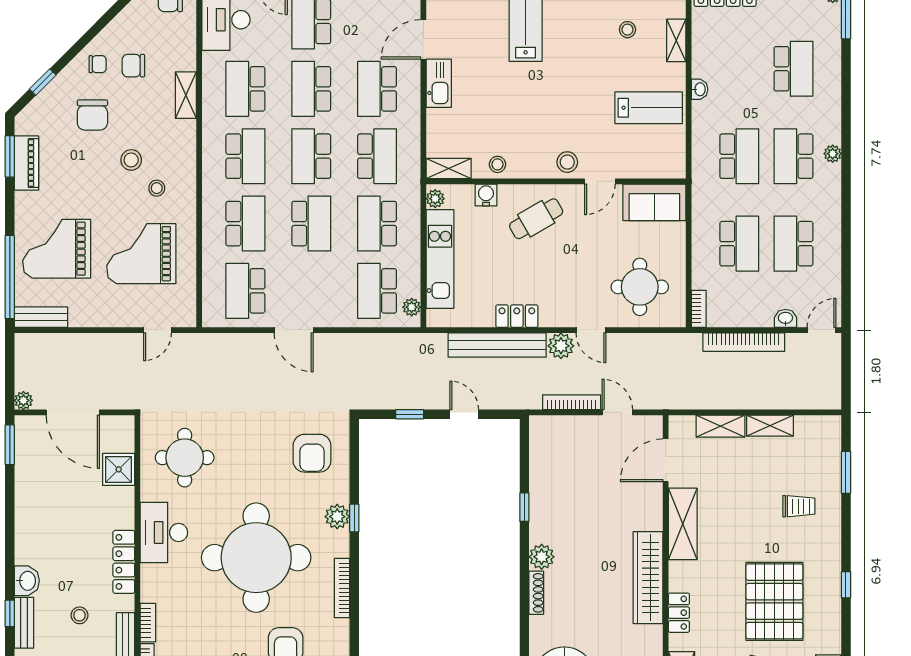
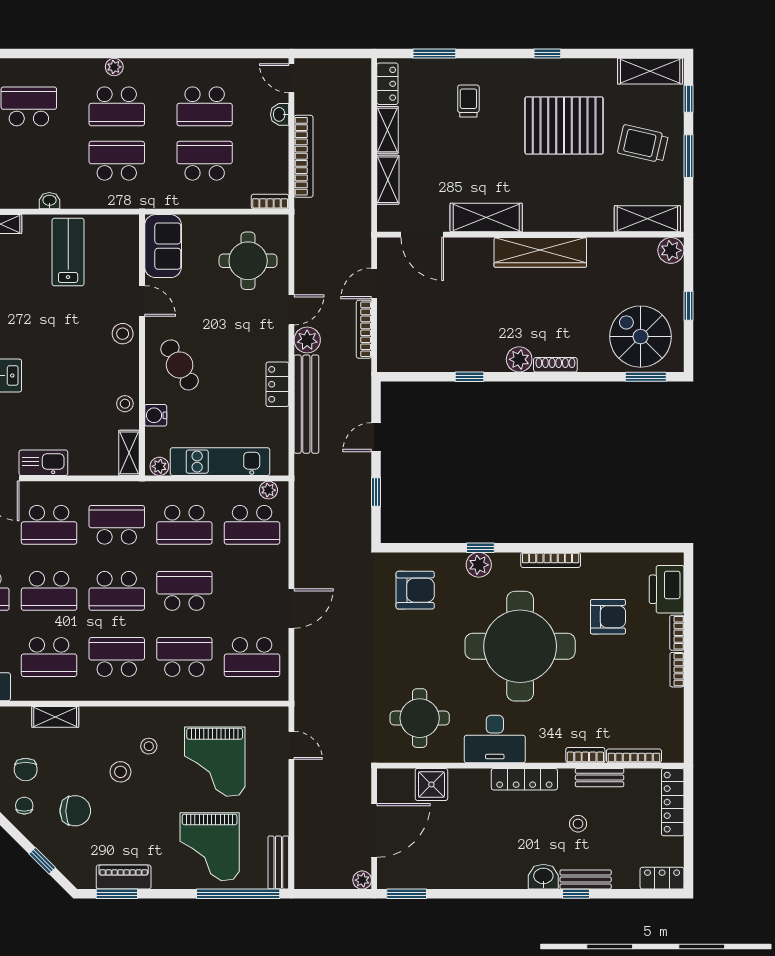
locker: (679, 613) -> (387, 84), moved, turned 90

